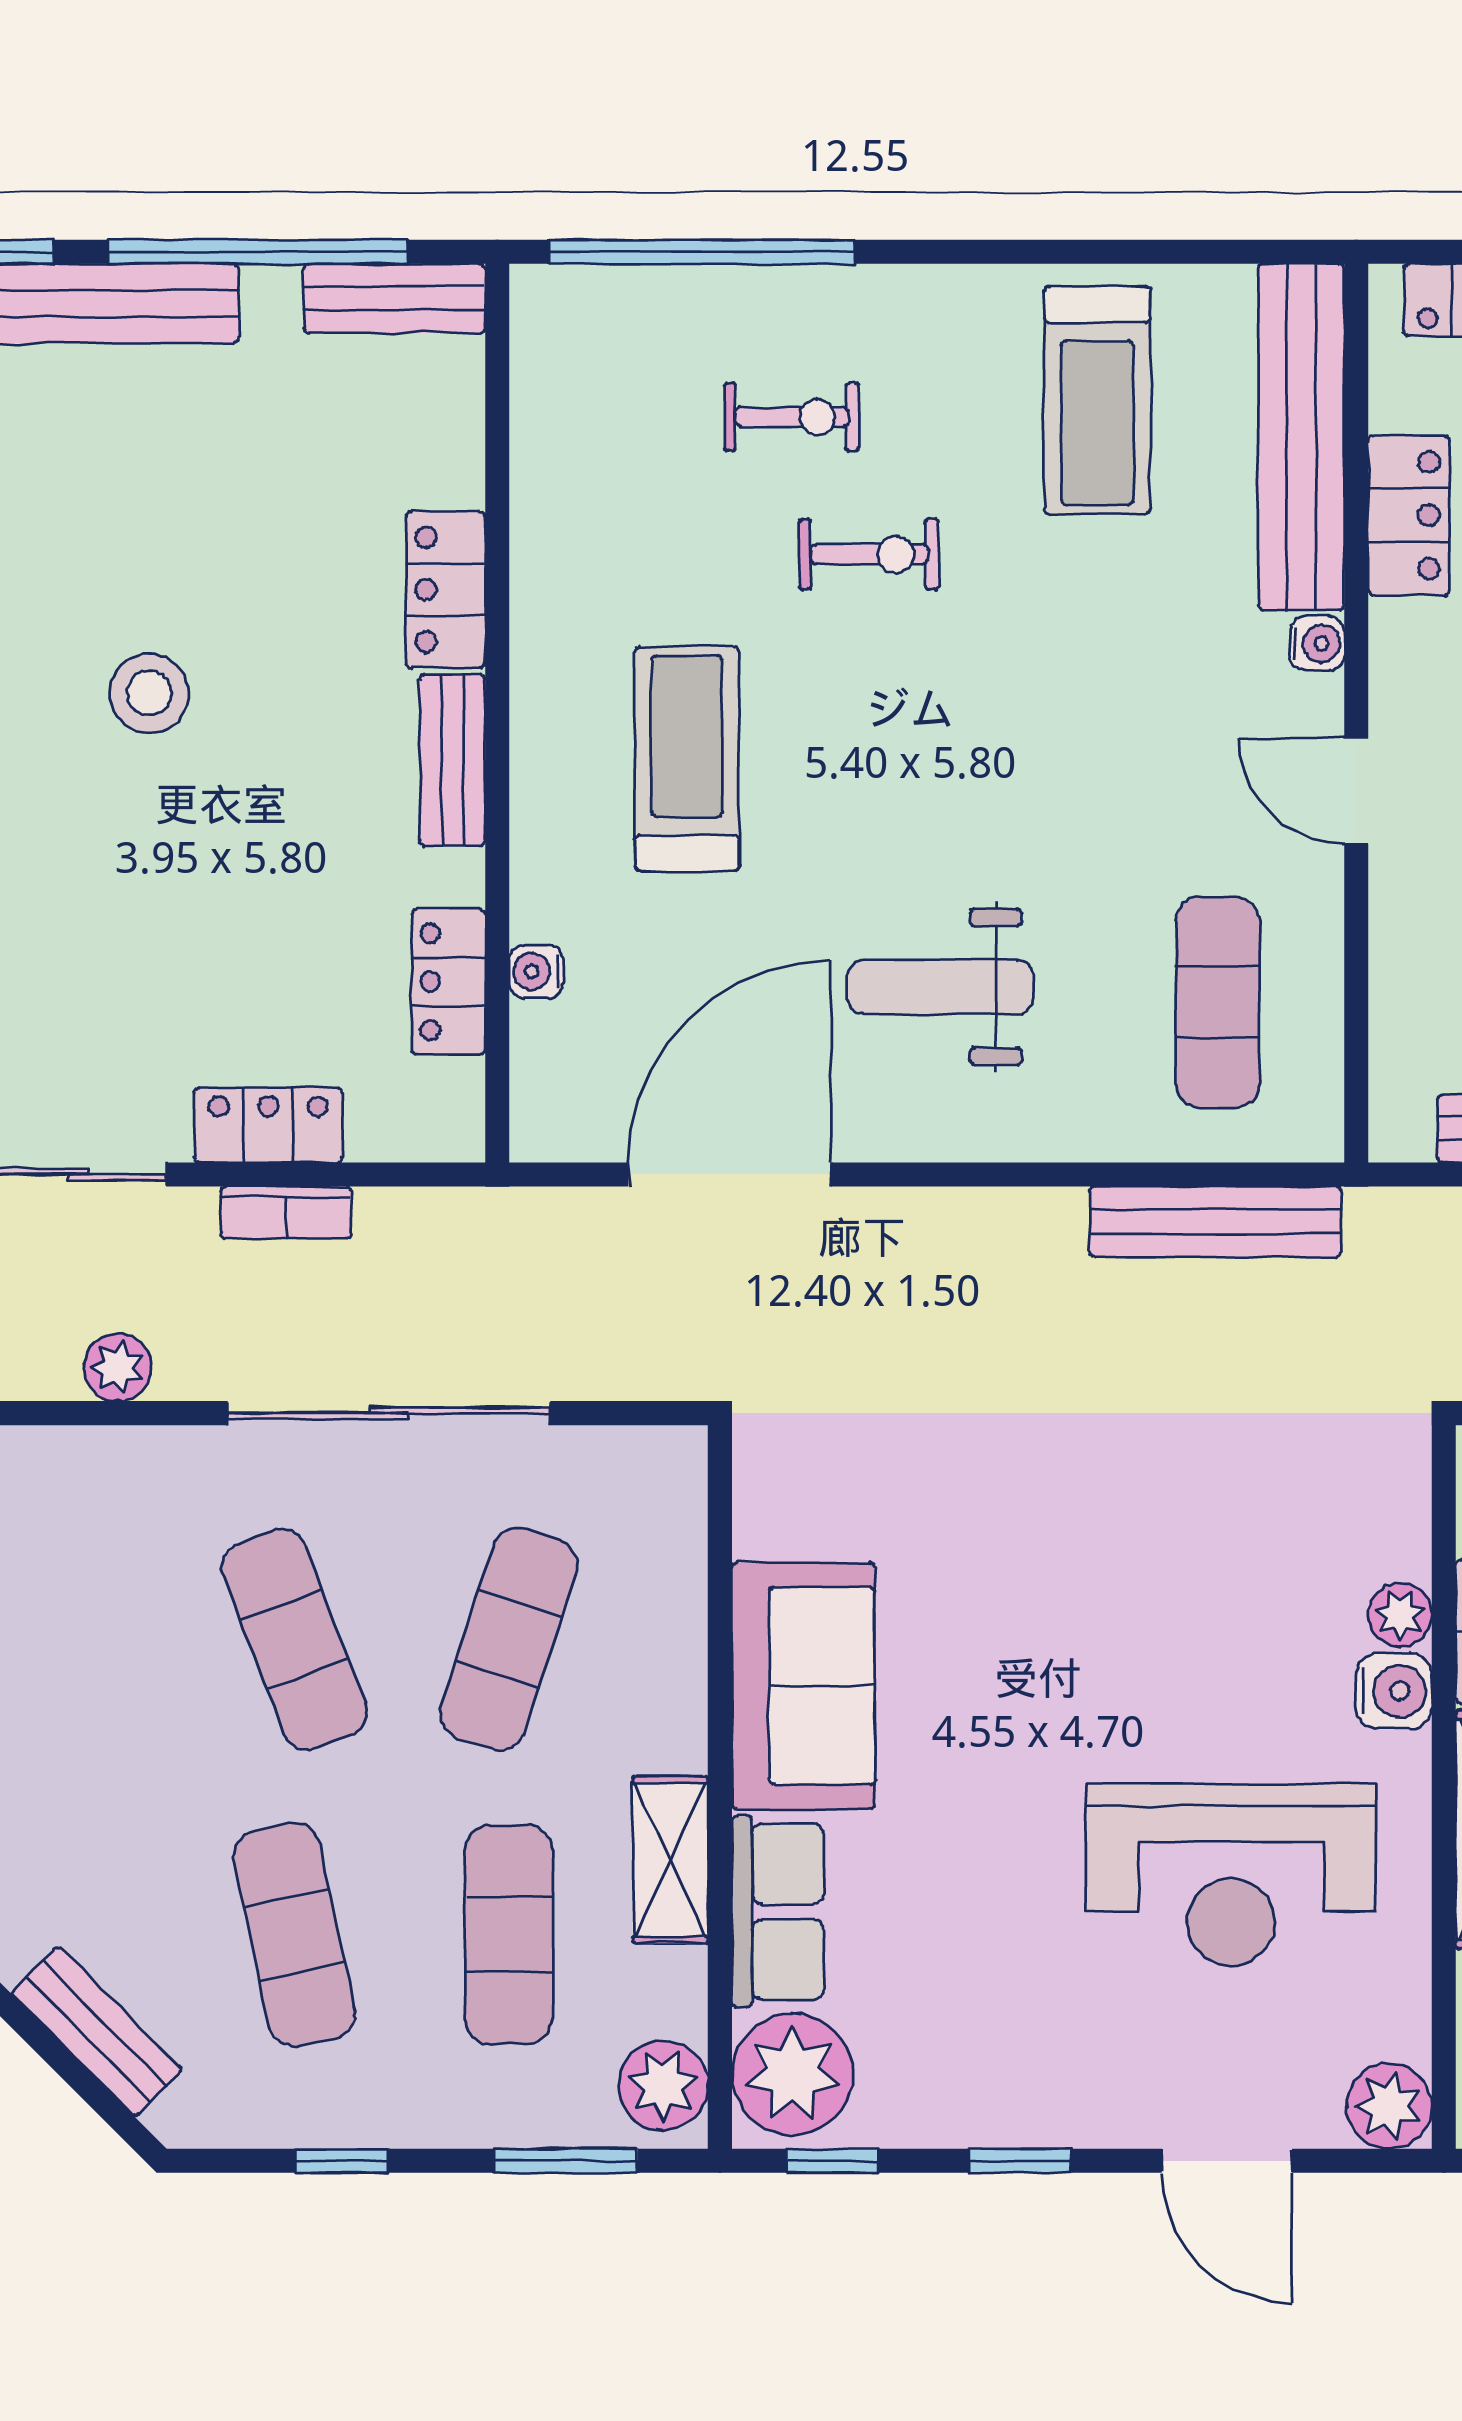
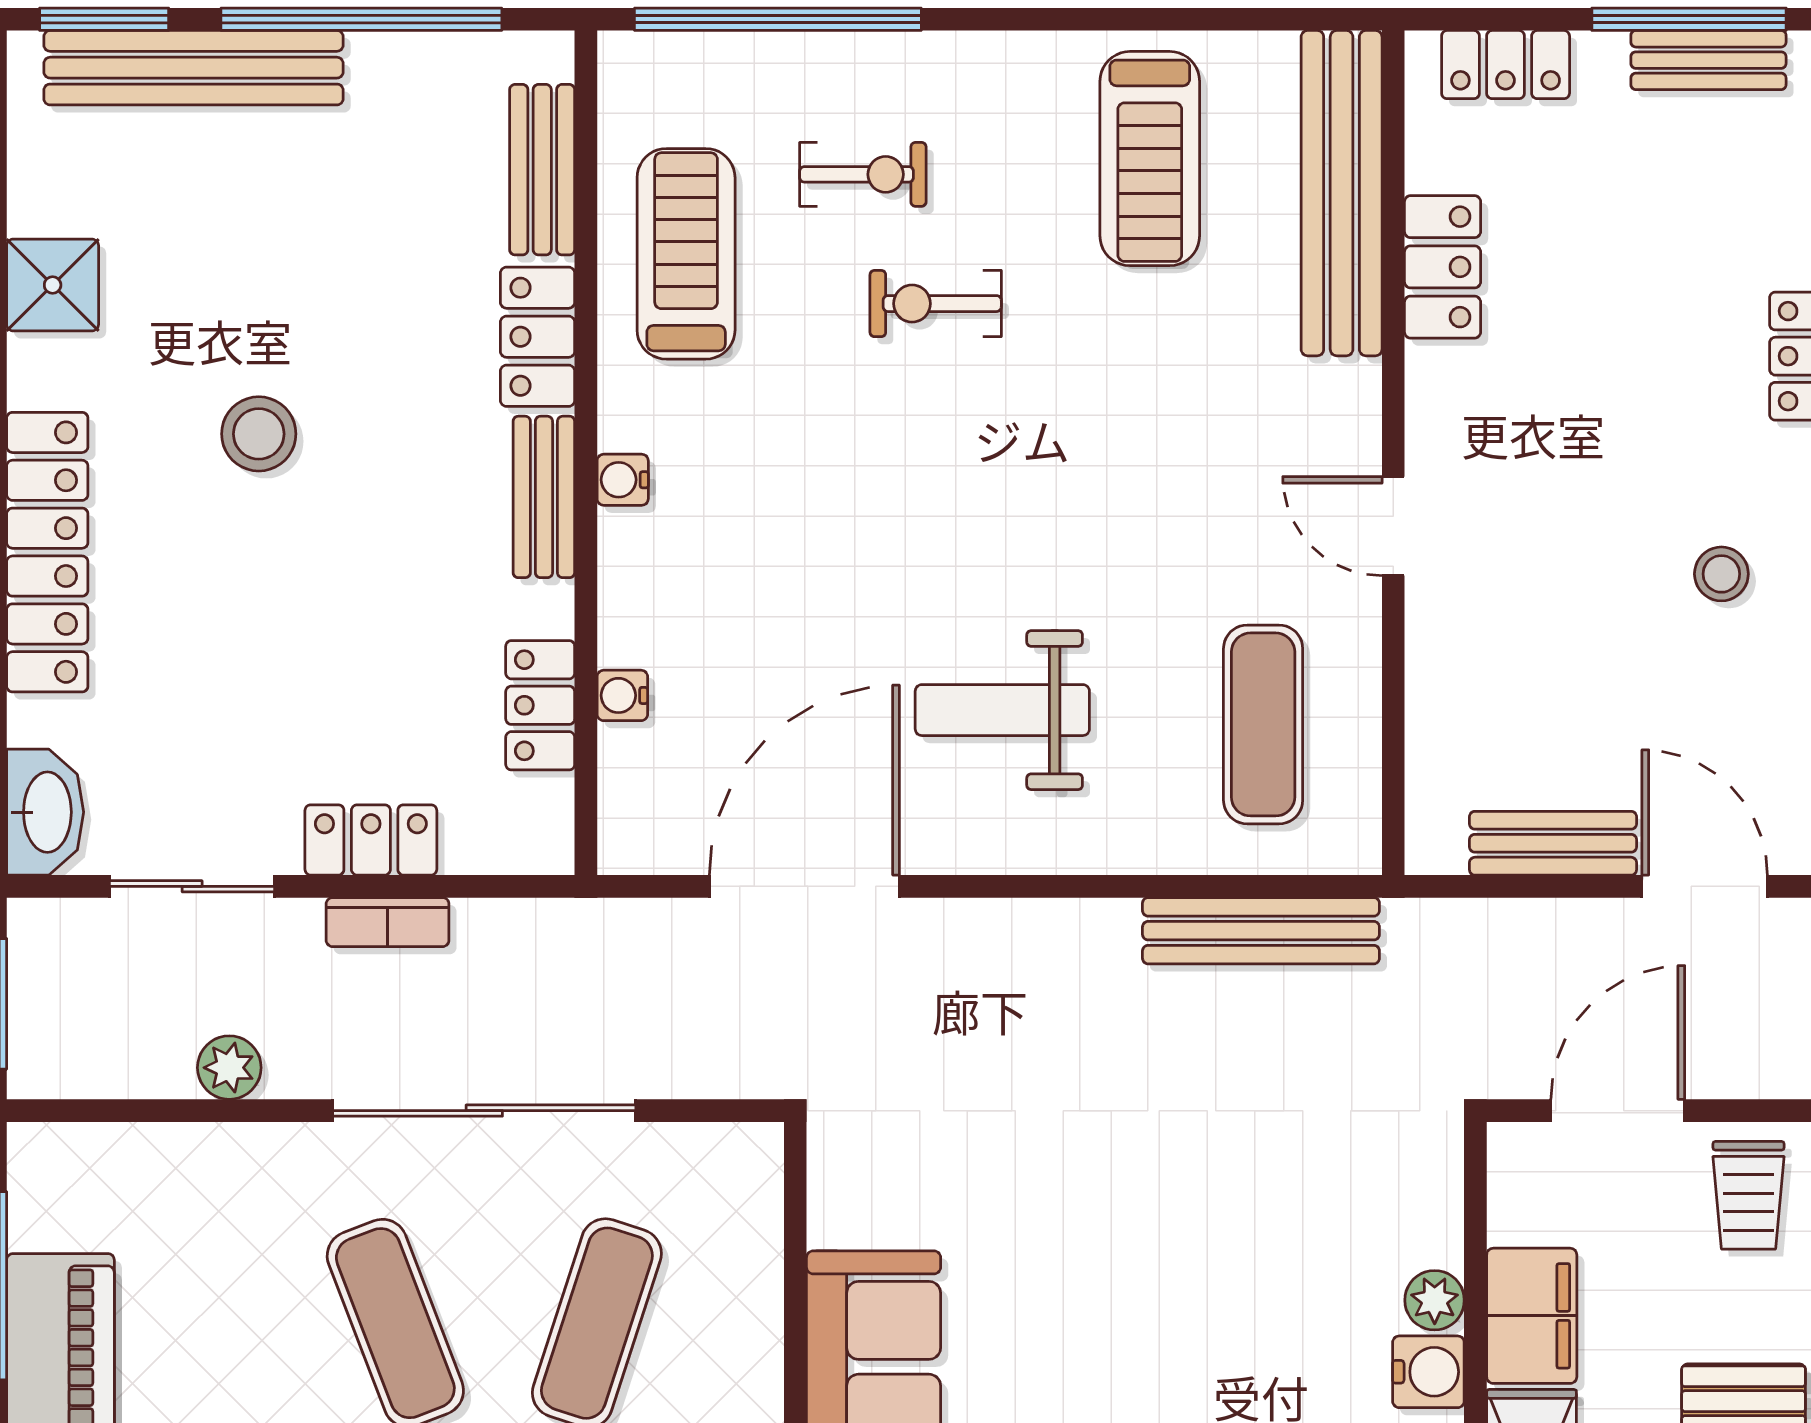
bench: (395, 298) -> (542, 170), moved, turned 90
exercise bike: (869, 554) -> (936, 304), turned 180
water cooler: (1317, 644) -> (623, 480), moved, turned 180
treadmill: (687, 759) -> (686, 254), moved

